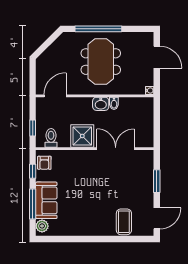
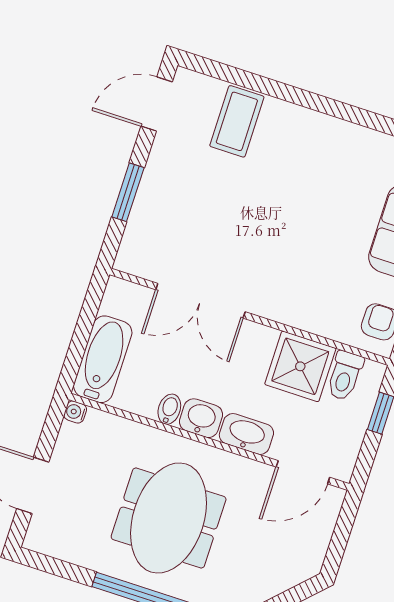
washbasin: (81, 103) -> (246, 434), added
bathtub: (146, 114) -> (103, 359), added
shower: (82, 136) -> (300, 366), moved

